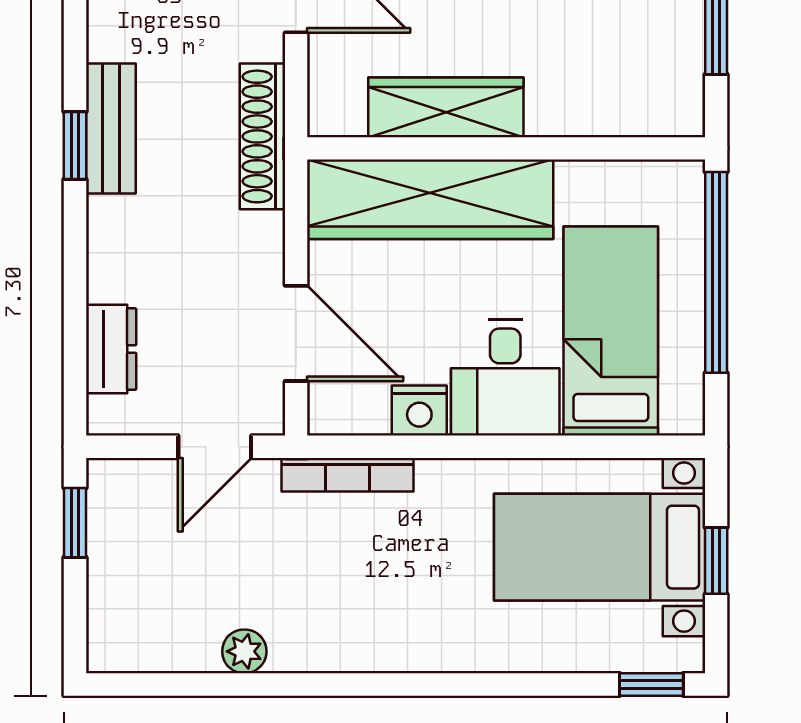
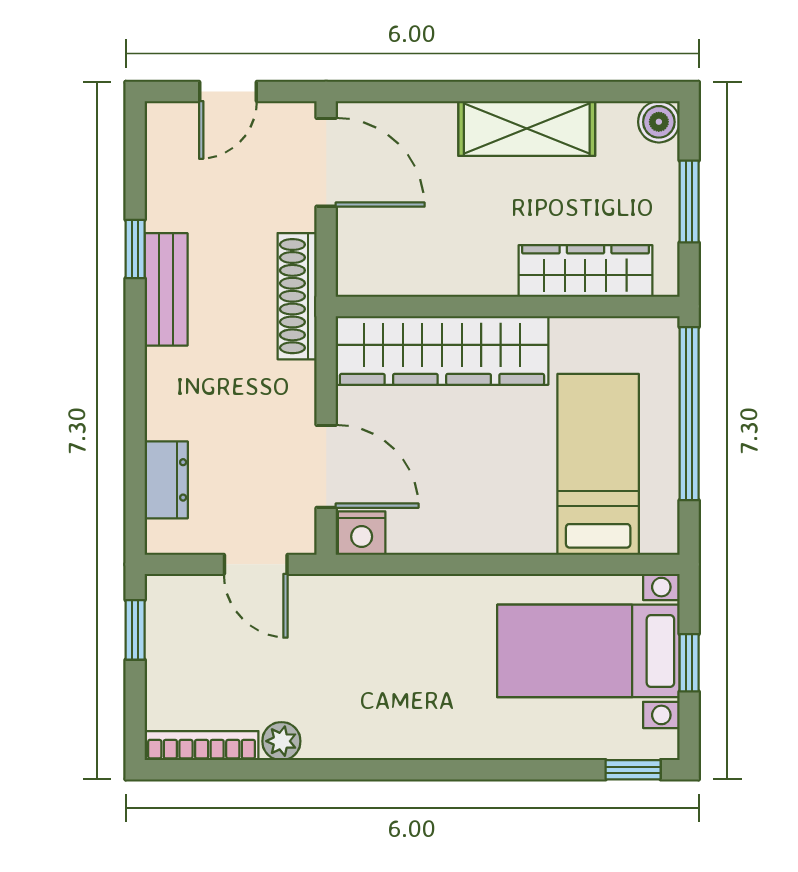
wardrobe: (446, 107) -> (585, 271), moved
window: (75, 145) -> (135, 249), moved
desk: (505, 377) -> (507, 504), removed
nightstand: (419, 411) -> (362, 533), moved
door: (215, 447) -> (256, 564), hinge flipped
bookcase: (347, 475) -> (202, 746), moved, turned 180

